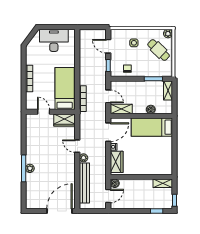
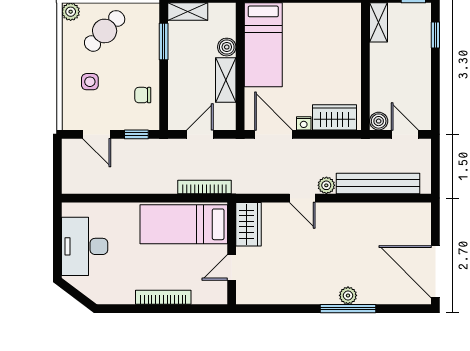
door: (108, 46) -> (97, 134), hinge flipped
shelving: (121, 109) -> (226, 80), moved
door: (77, 146) -> (302, 198), hinge flipped
door: (59, 211) -> (435, 272), moved

